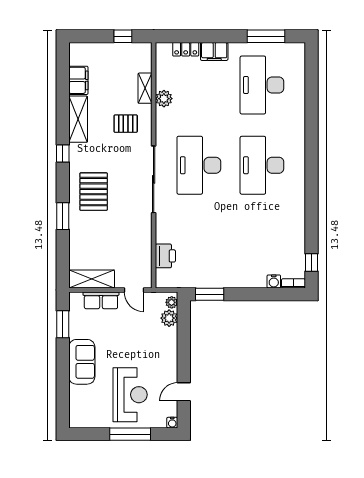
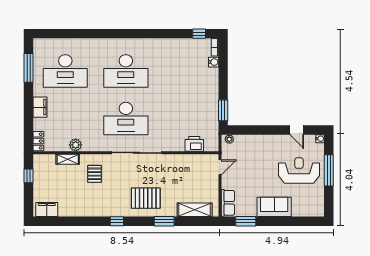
locker: (186, 49) -> (38, 141), moved
filing cabinet: (78, 80) -> (47, 210), moved
shelving: (78, 119) -> (91, 210), removed
shelving: (92, 279) -> (195, 210), moved, turned 90
row of seats: (101, 300) -> (228, 203), moved
plant: (169, 318) -> (241, 141), removed

